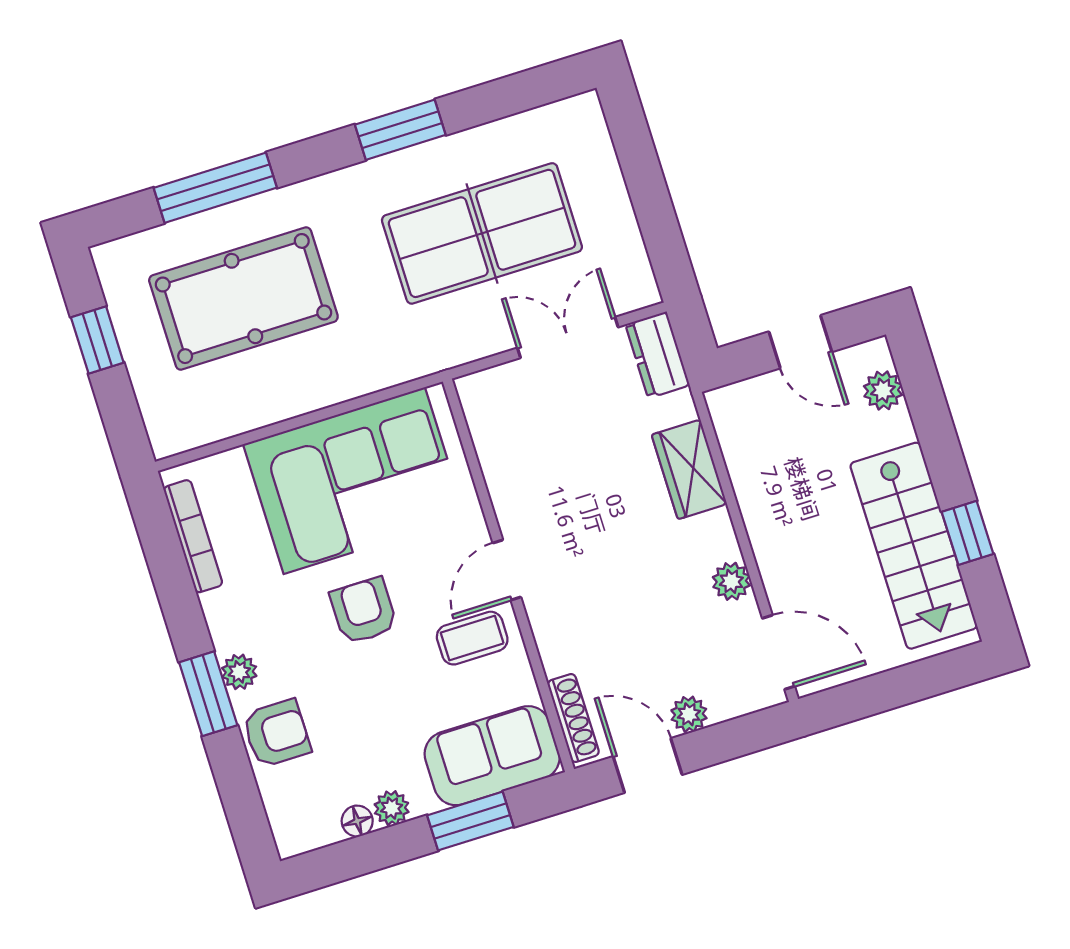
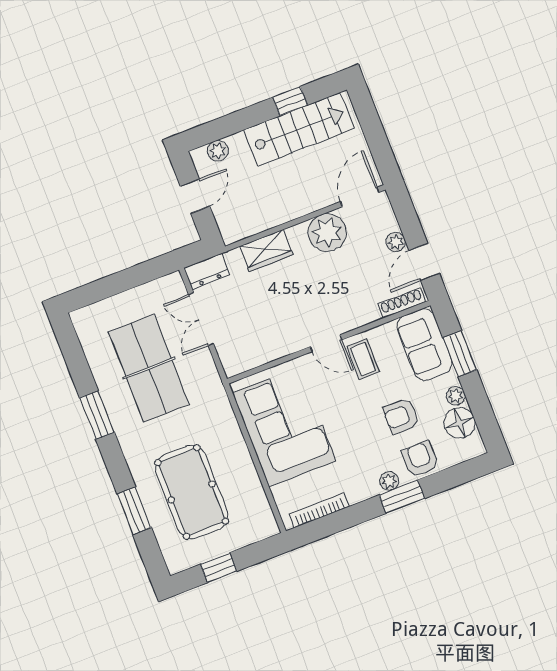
window: (215, 188) -> (134, 511), width x0.69
plant: (731, 581) -> (327, 232), width x1.87, depth x1.87
armchair: (363, 611) -> (401, 416), moved
floor lamp: (357, 821) -> (460, 423), width x1.89, depth x1.89

